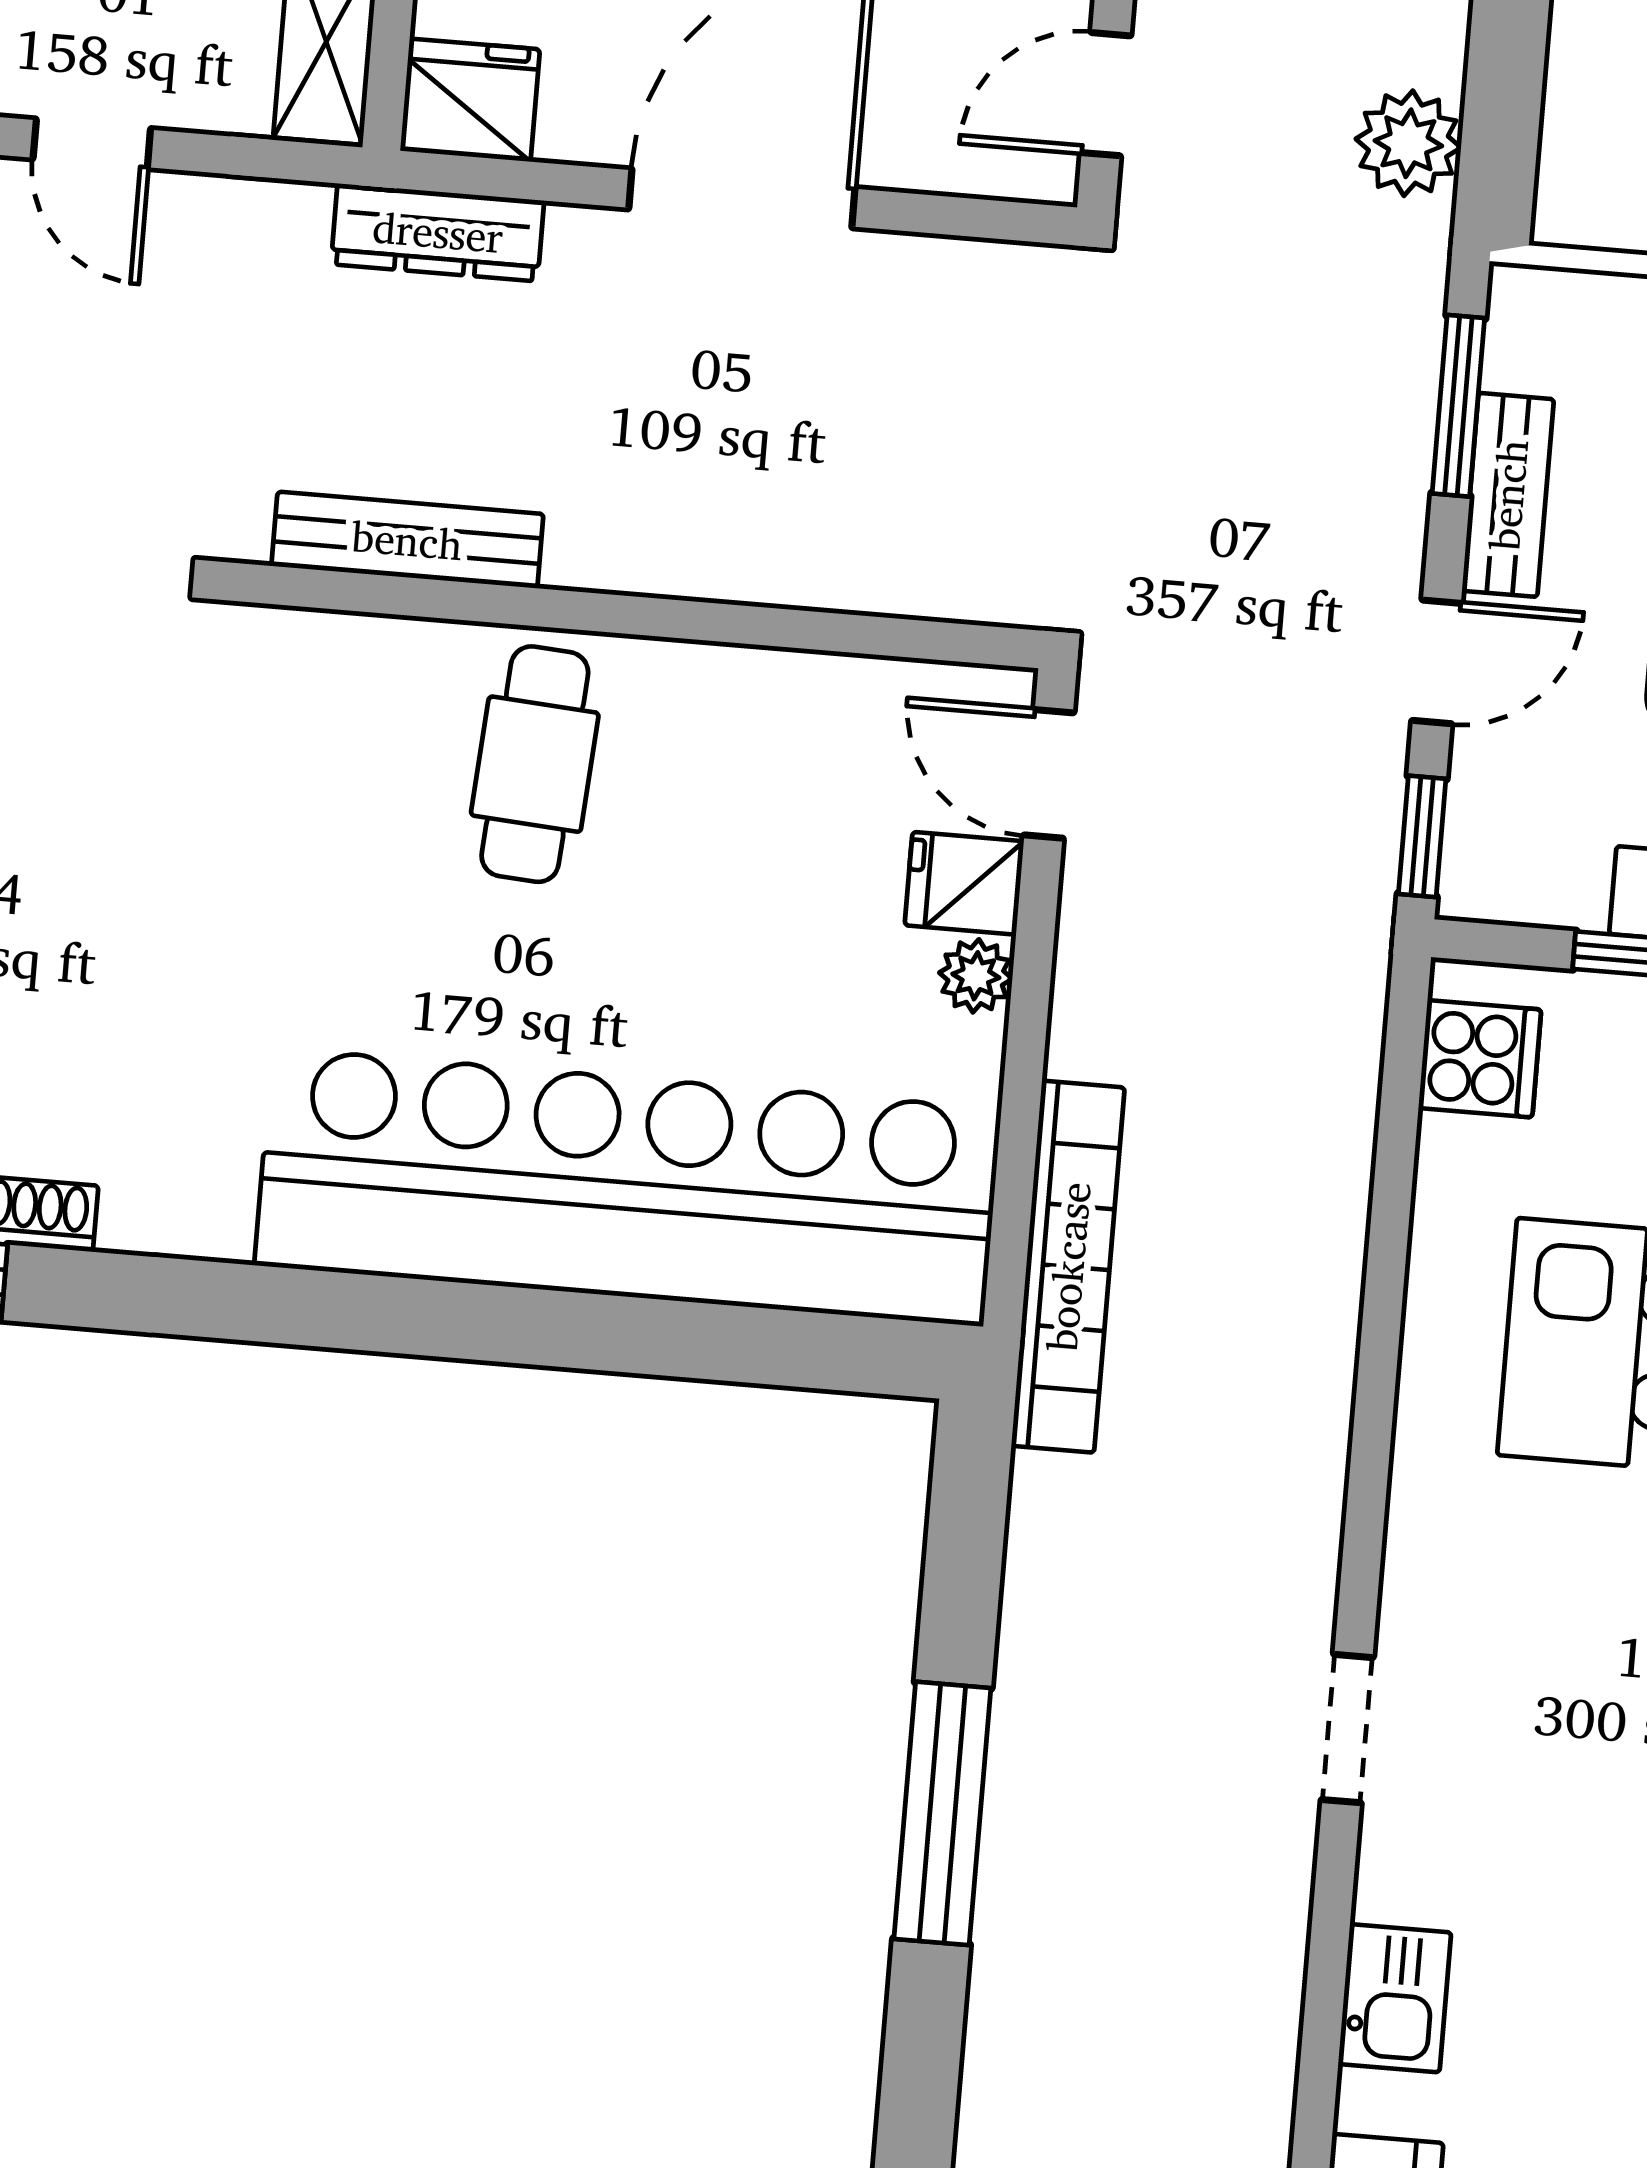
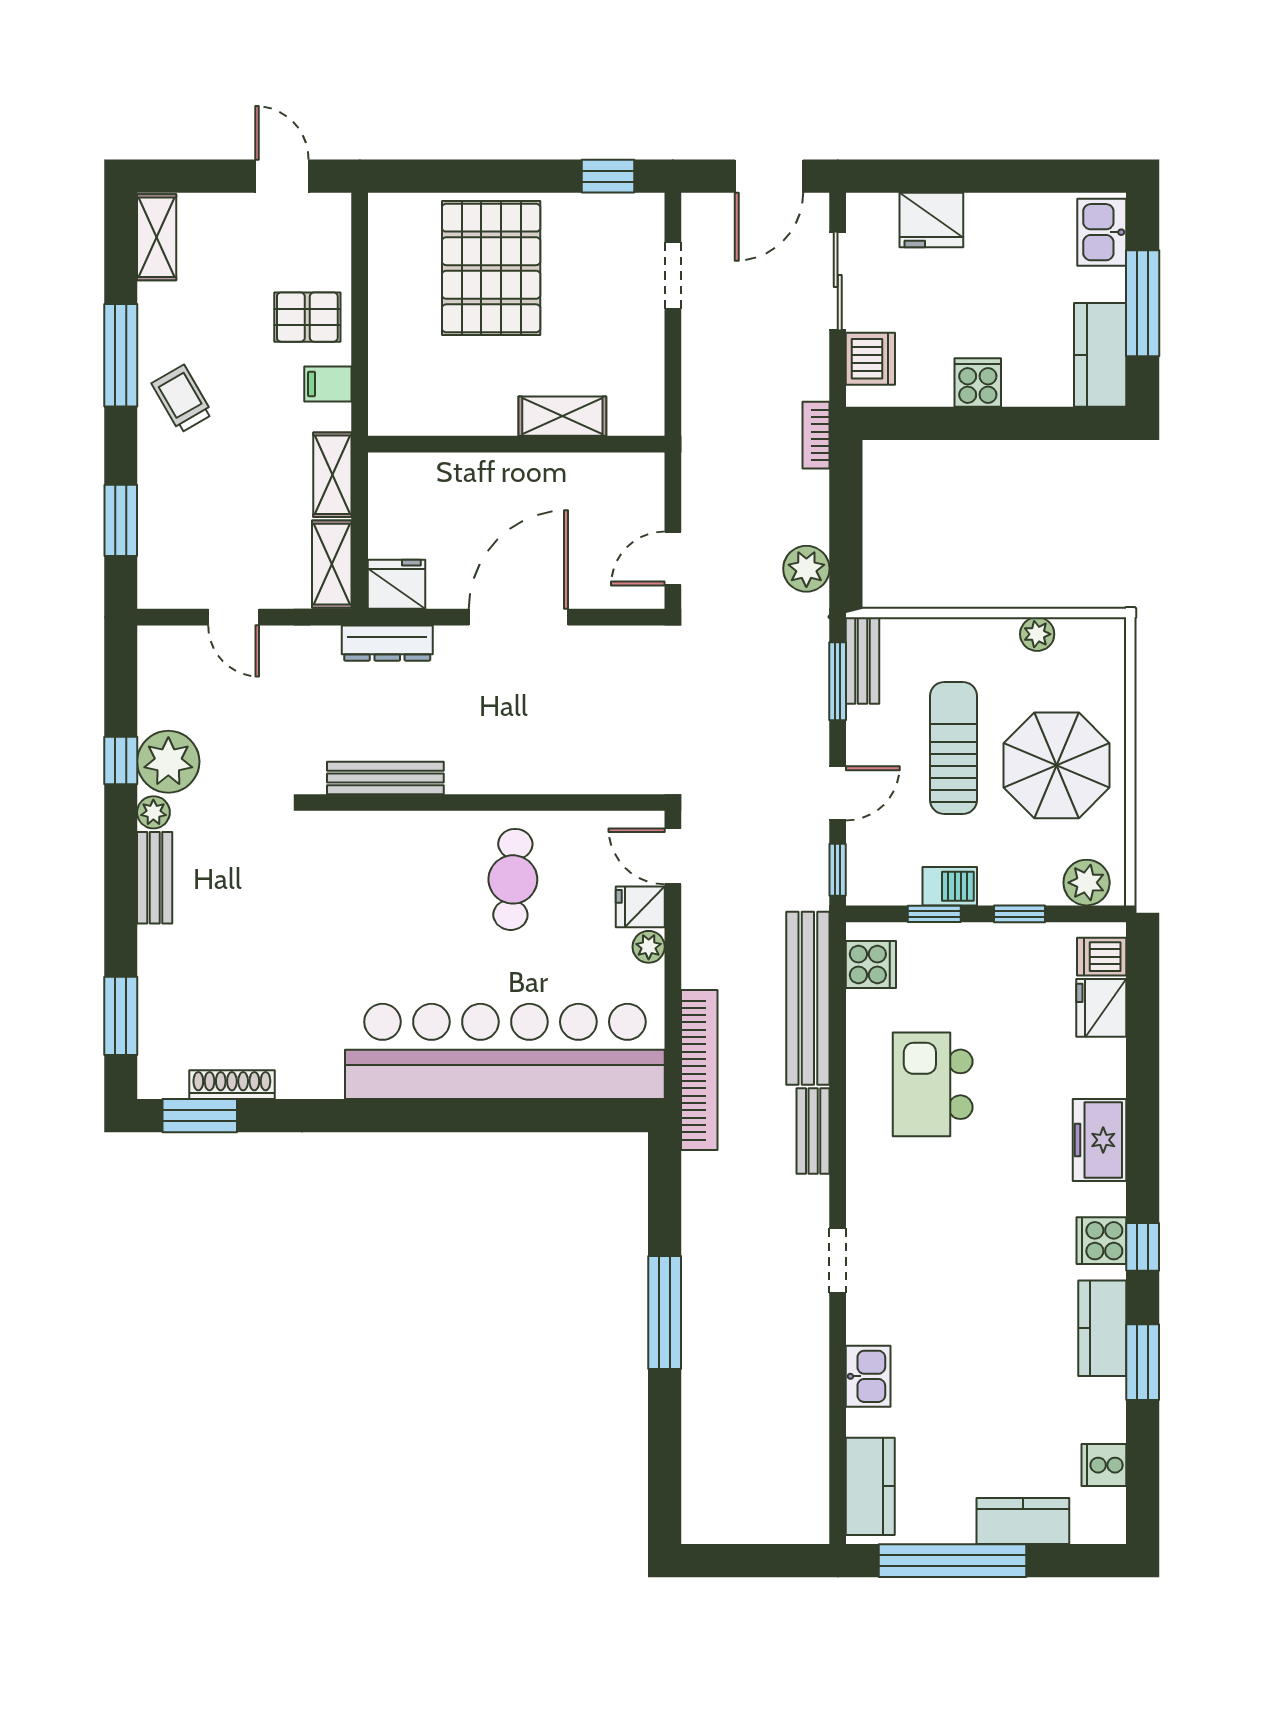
bench: (1508, 495) -> (863, 660), moved
cafe table: (535, 764) -> (513, 879), moved
bench: (1330, 1123) -> (808, 998), added
bench: (1316, 1428) -> (813, 1131), added

